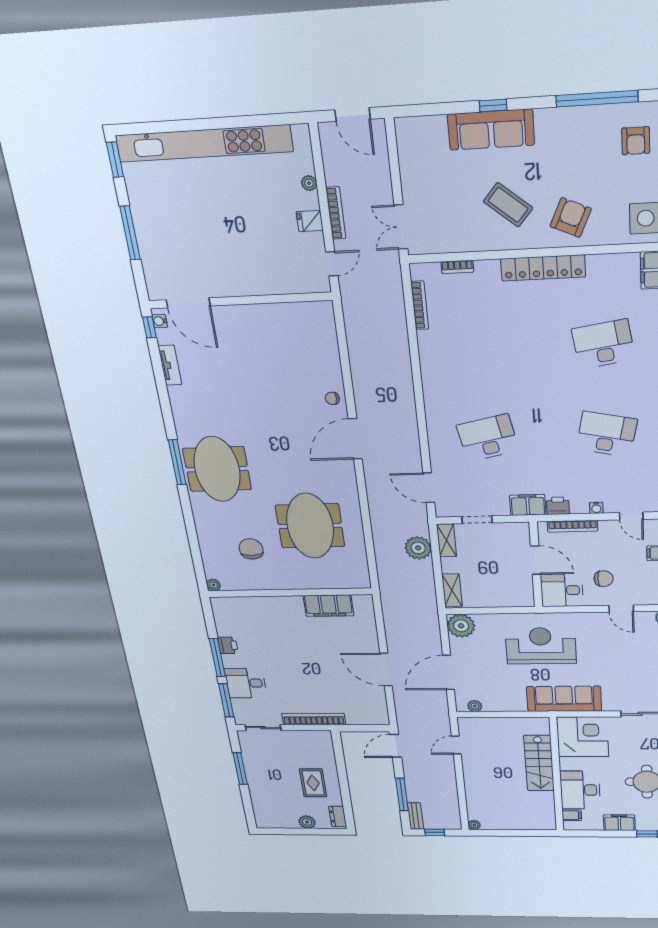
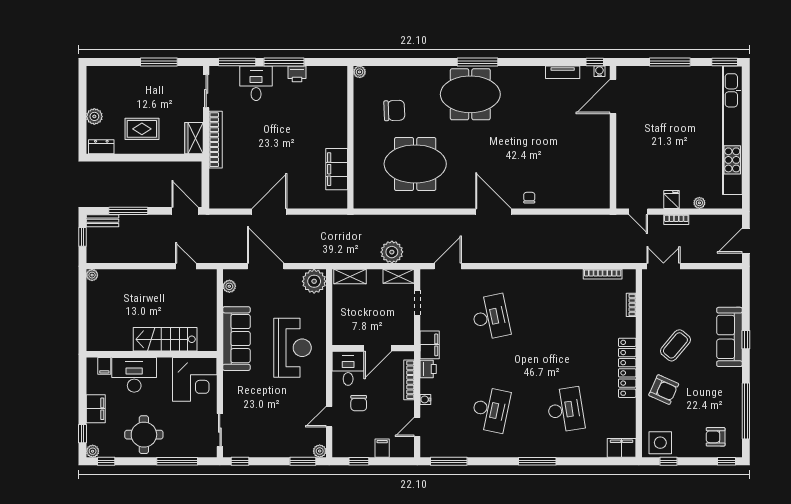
bookcase: (336, 213) -> (676, 220), width x0.64
sofa: (564, 699) -> (236, 339), moved
wardrobe: (315, 738) -> (194, 138), added

